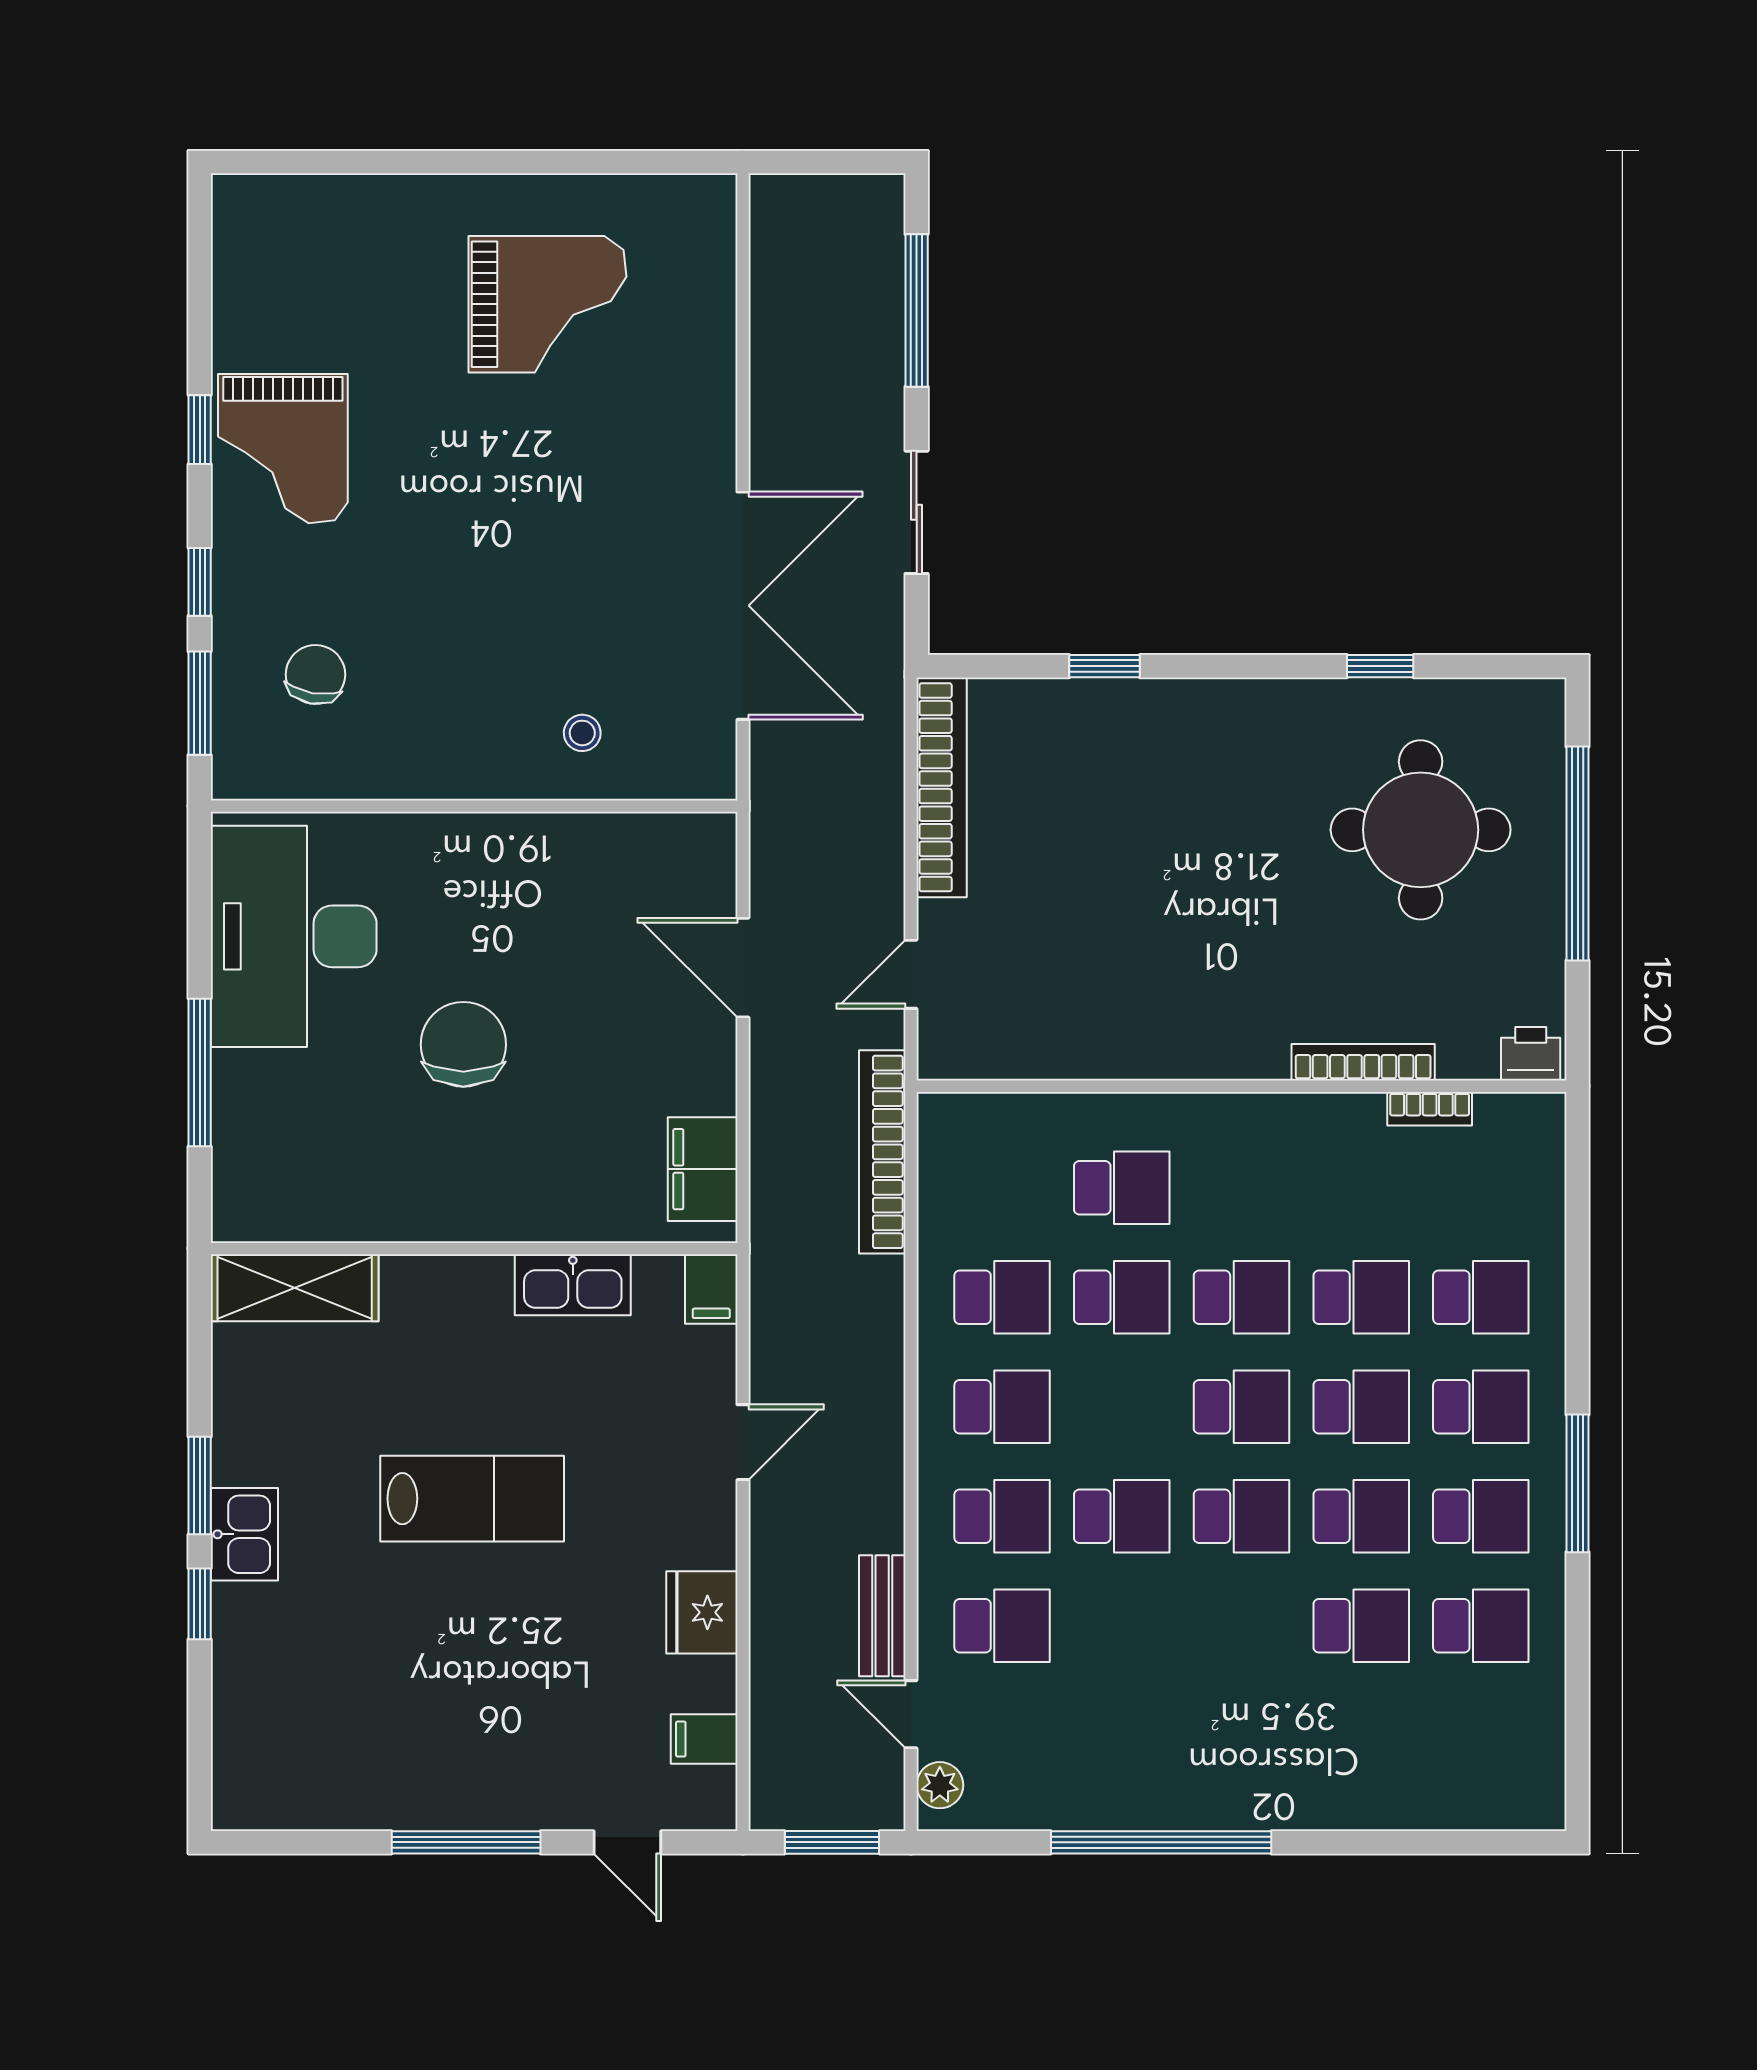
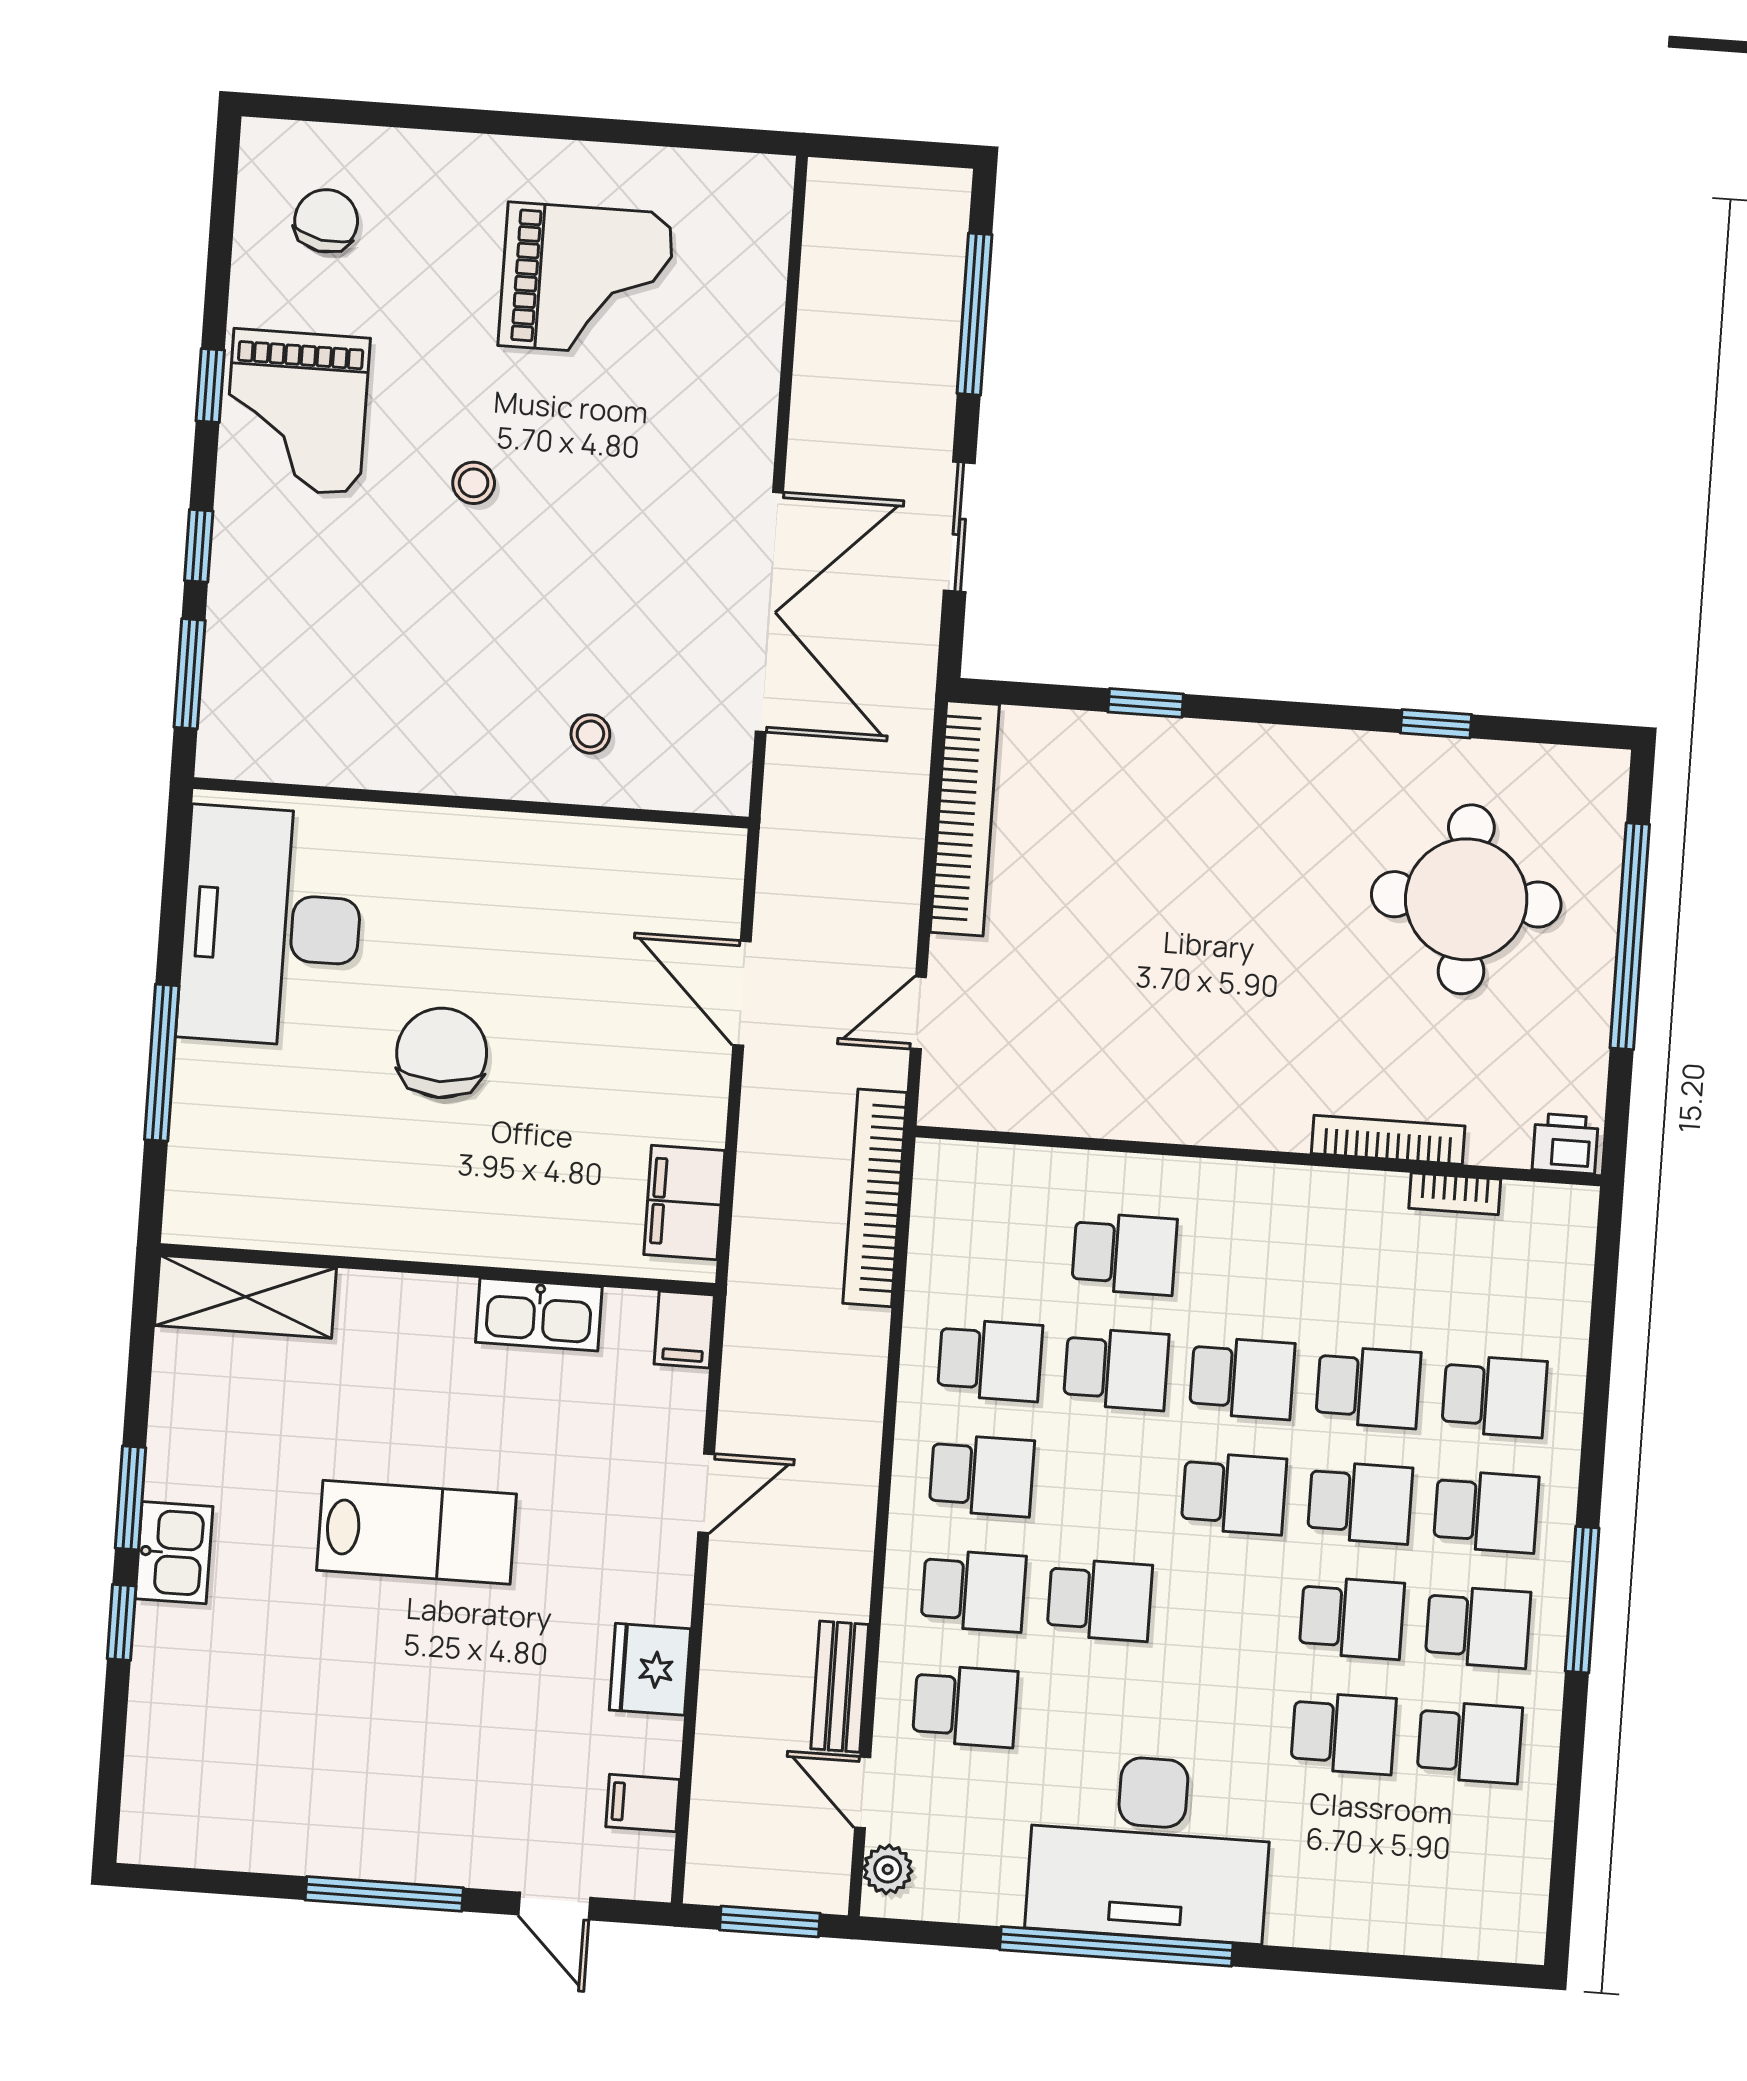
stool: (455, 504) -> (474, 483), added
chair: (315, 675) -> (326, 221), moved
school desk: (1241, 1516) -> (1226, 1609), removed
desk: (1186, 1747) -> (1149, 1848), added

